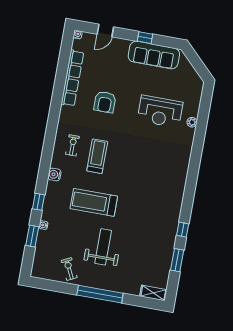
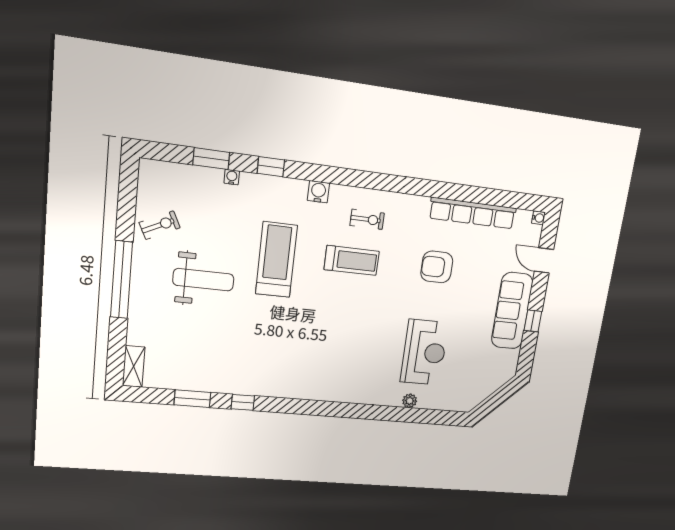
sofa: (154, 55) -> (512, 311), moved
reception desk: (160, 112) -> (424, 352), turned 180

